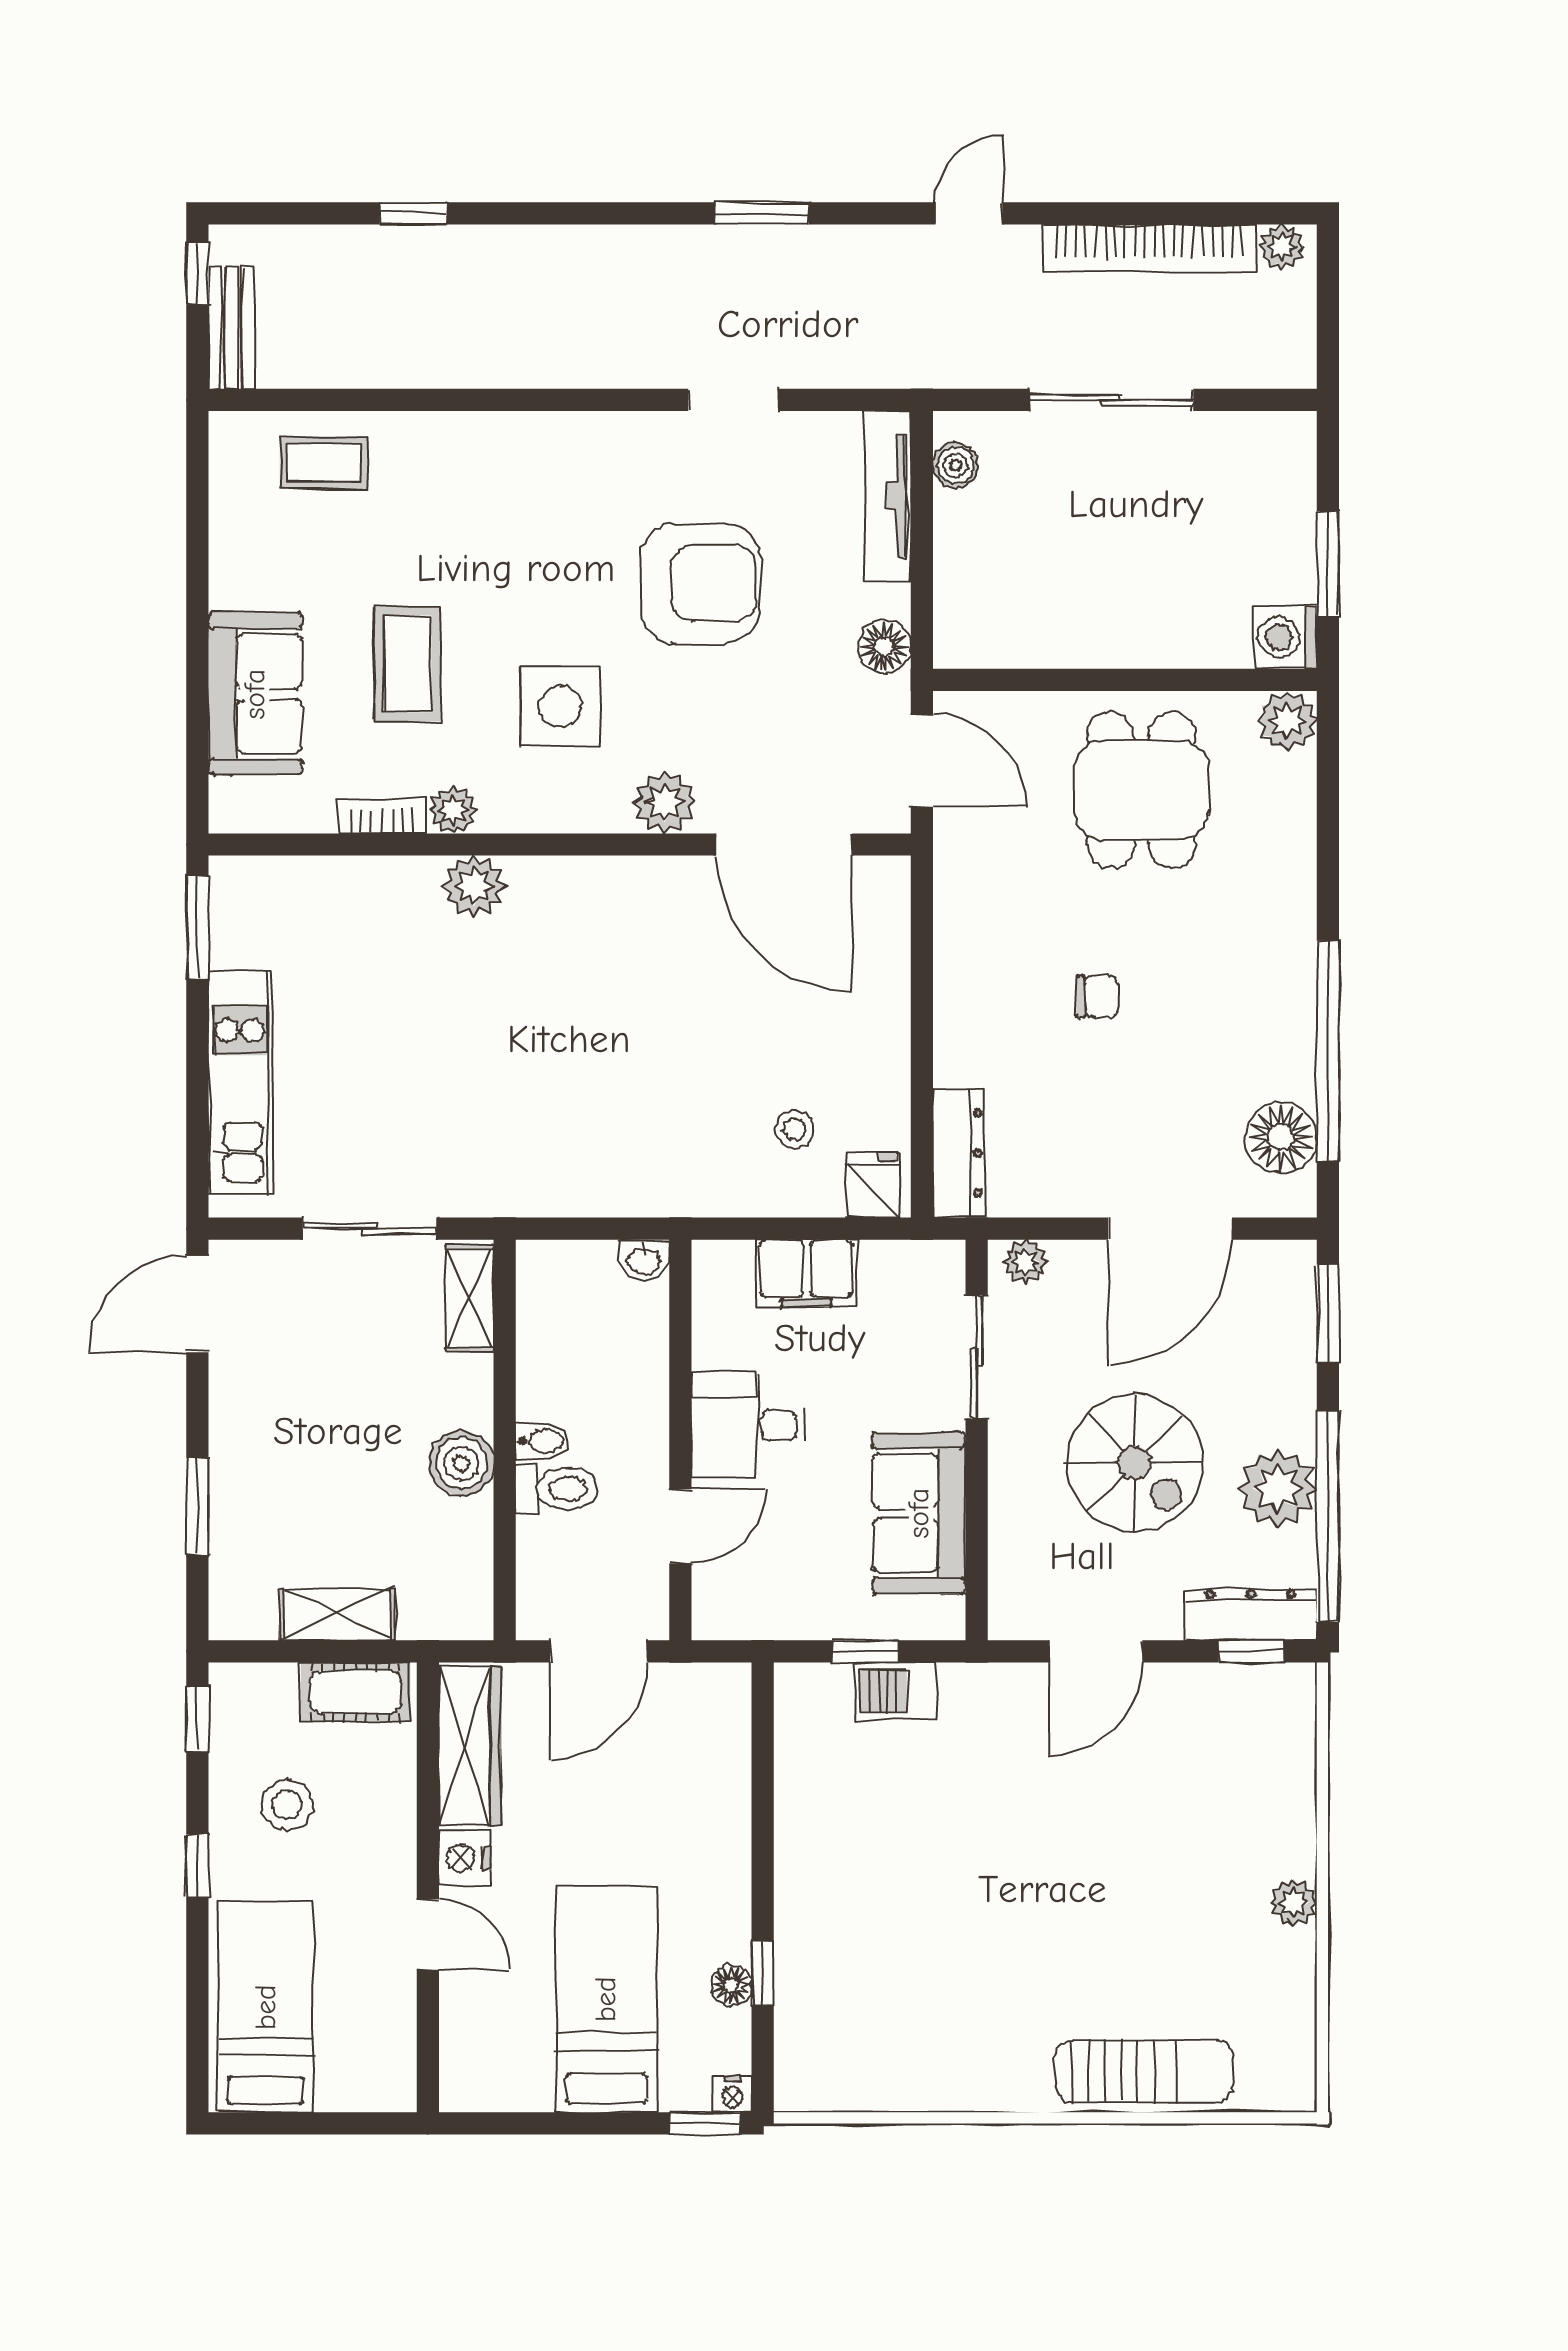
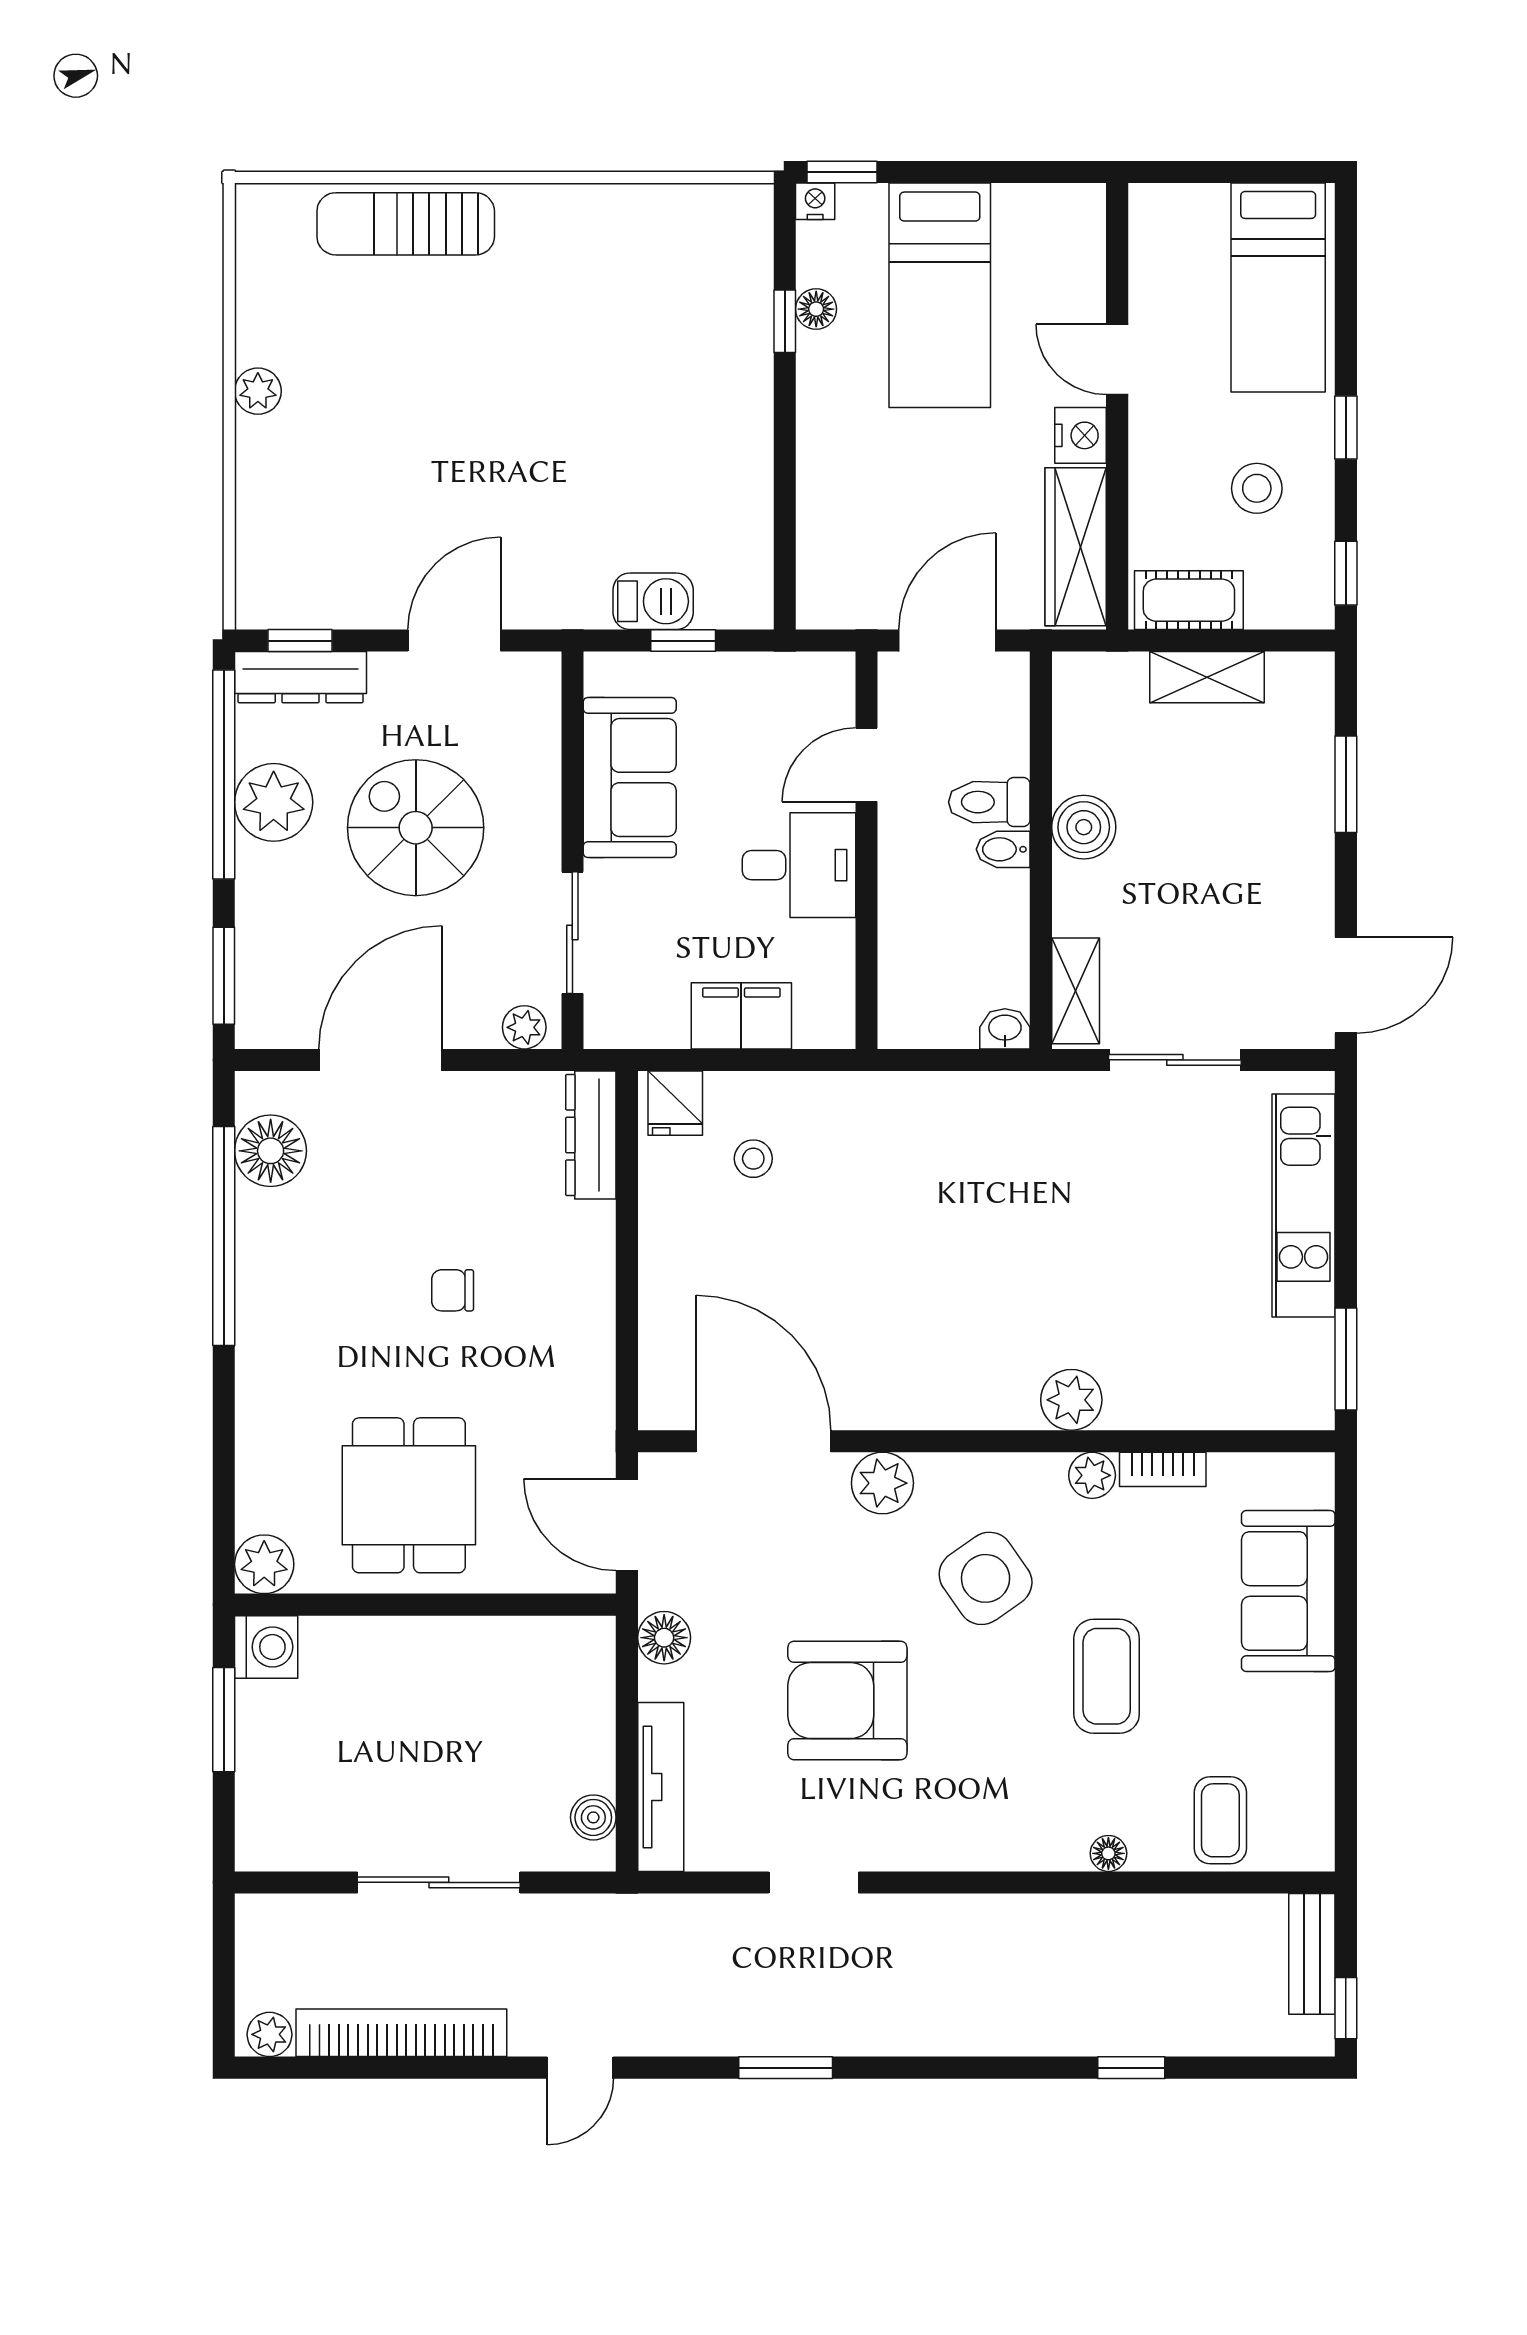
floor lamp: (437, 429) -> (1108, 1853), added
coffee table: (324, 463) -> (1220, 1820), turned 90
coffee table: (407, 664) -> (1107, 1676), moved
side table: (560, 706) -> (986, 1578), turned -35
washbasin: (644, 1260) -> (1005, 1029), moved

